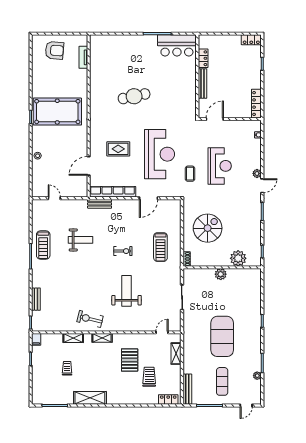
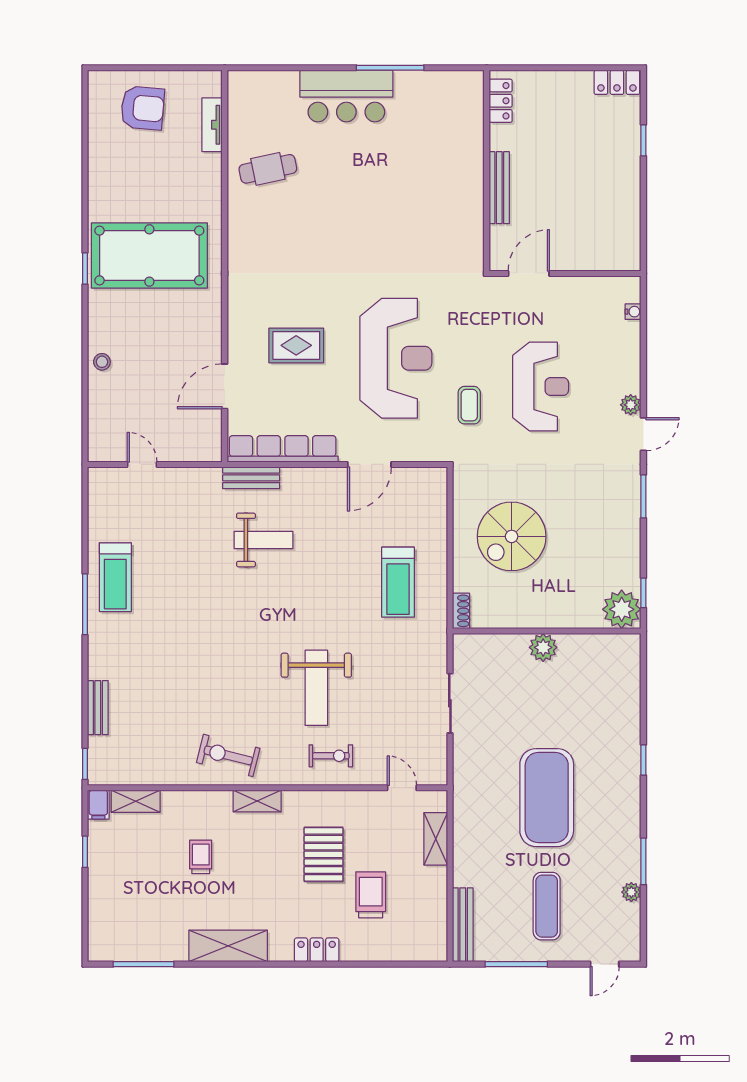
bar counter: (177, 45) -> (346, 96), moved
locker: (203, 58) -> (501, 101), moved
cafe table: (134, 96) -> (268, 169), moved, width x0.73, depth x0.74
locker: (256, 104) -> (629, 236), removed
spiral stairs: (208, 228) -> (512, 536), turned 180
weight bench: (81, 240) -> (264, 540), moved
exercise bike: (123, 251) -> (331, 756), moved
plant: (238, 258) -> (622, 609), moved
weight bench: (127, 291) -> (316, 688), turned 180
door: (162, 332) -> (402, 788), hinge flipped
shelving: (73, 338) -> (136, 801), moved
trolley: (67, 368) -> (201, 857), moved
locker: (168, 400) -> (317, 950), moved

